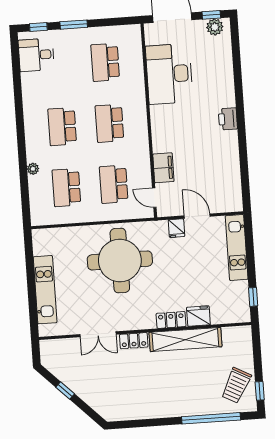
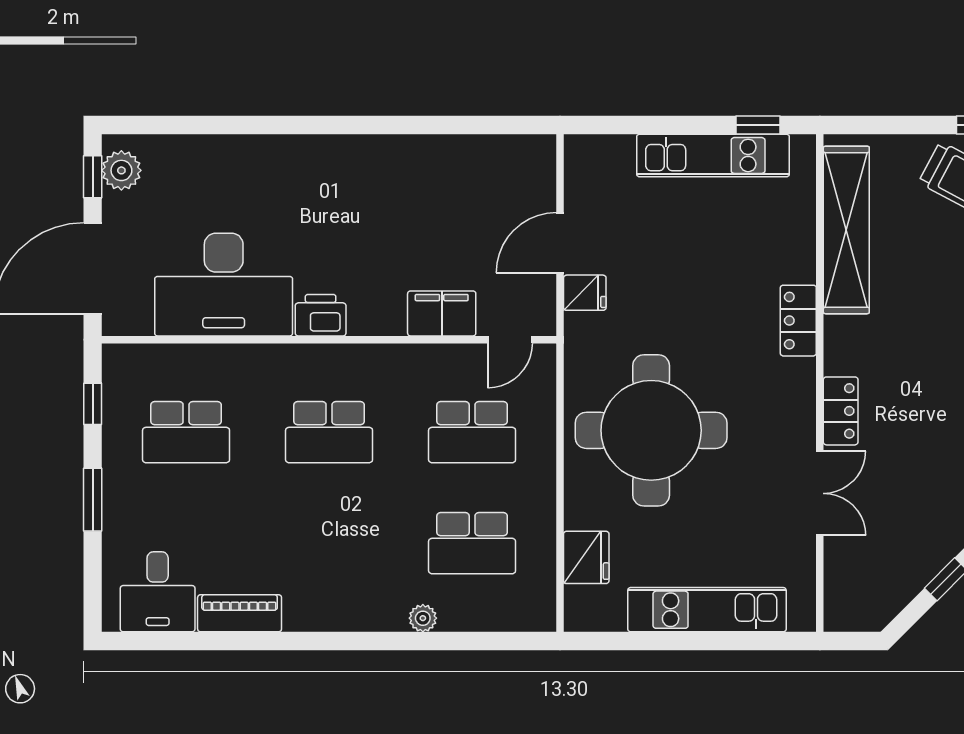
window: (38, 27) -> (93, 404), moved
piano: (30, 91) -> (240, 613), added
printer: (228, 119) -> (321, 315), moved, turned 180
school desk: (62, 127) -> (329, 543), removed
kitchen unit: (237, 248) -> (713, 155), moved
fridge: (198, 316) -> (586, 557), moved, turned 180
shelving: (185, 340) -> (846, 230), moved

